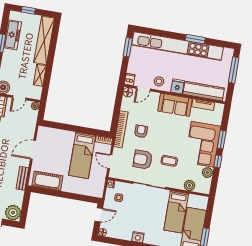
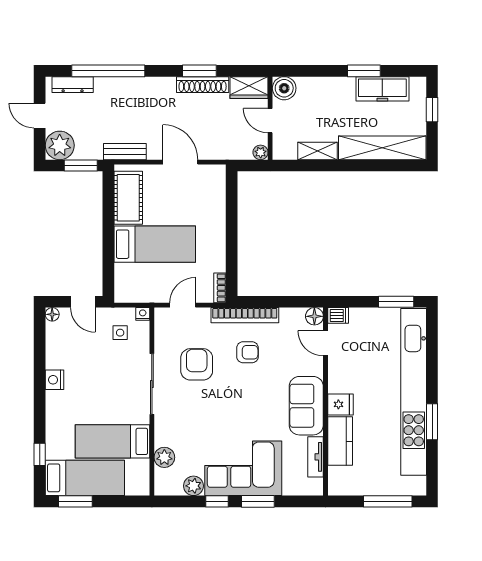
stool: (159, 81) -> (344, 369), removed
kitchen counter: (204, 91) -> (340, 441), width x0.67
bed: (82, 155) -> (155, 244), moved, turned 180
coffee table: (169, 161) -> (203, 413), removed
window: (26, 203) -> (81, 165), added

